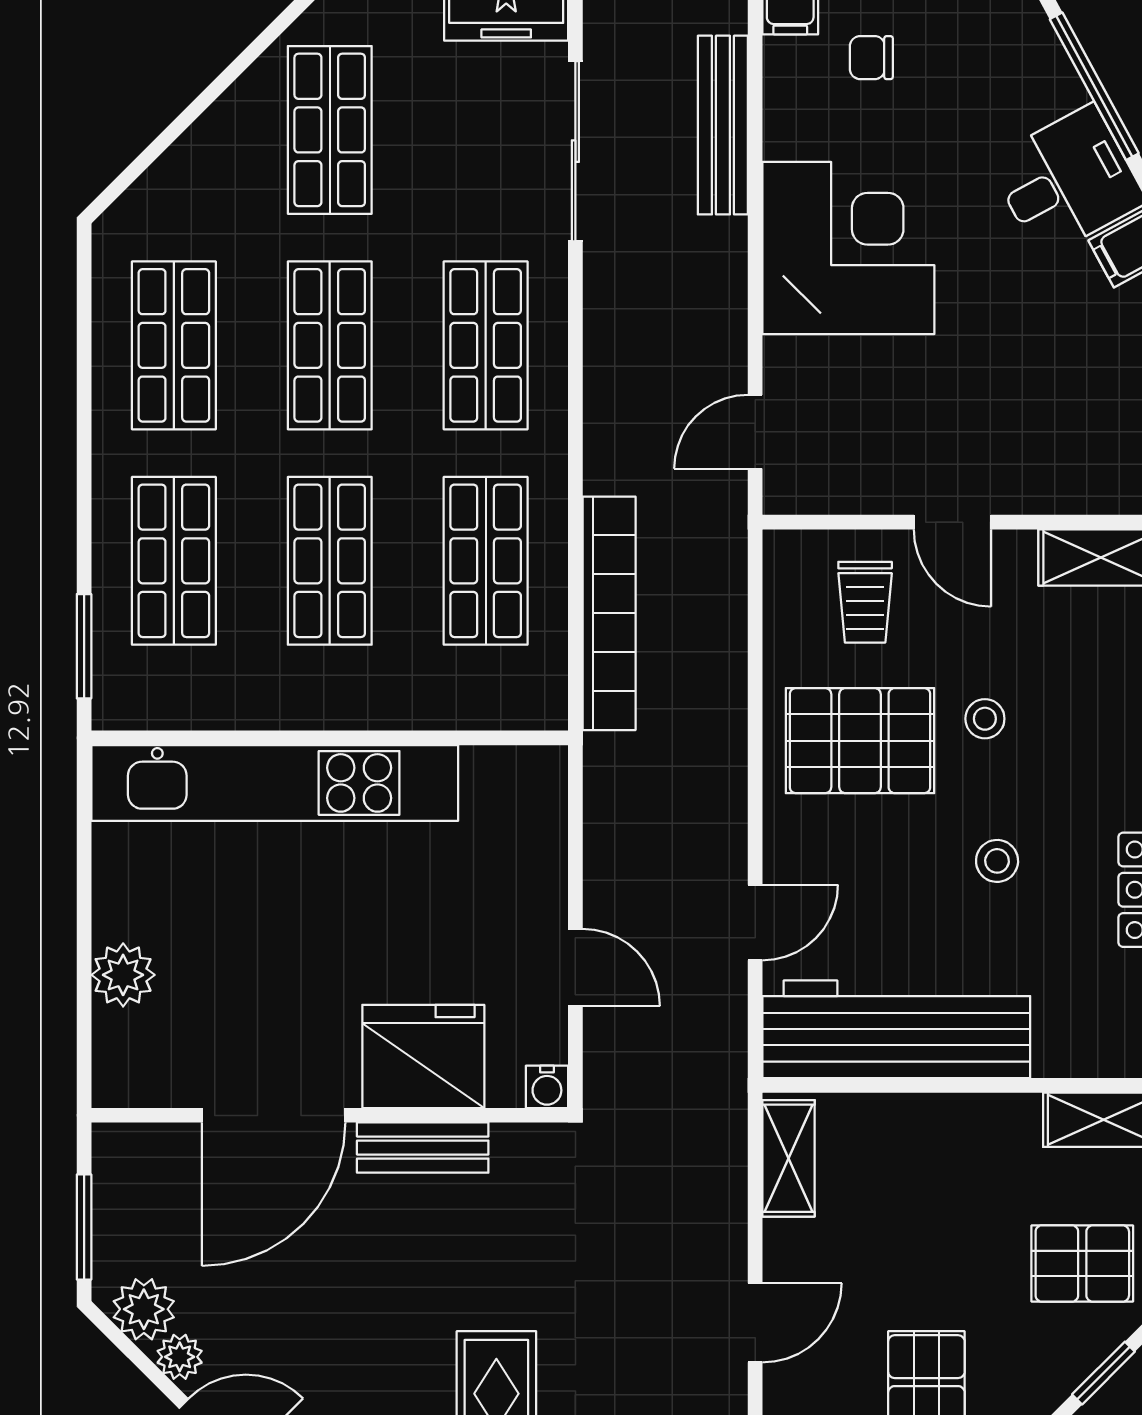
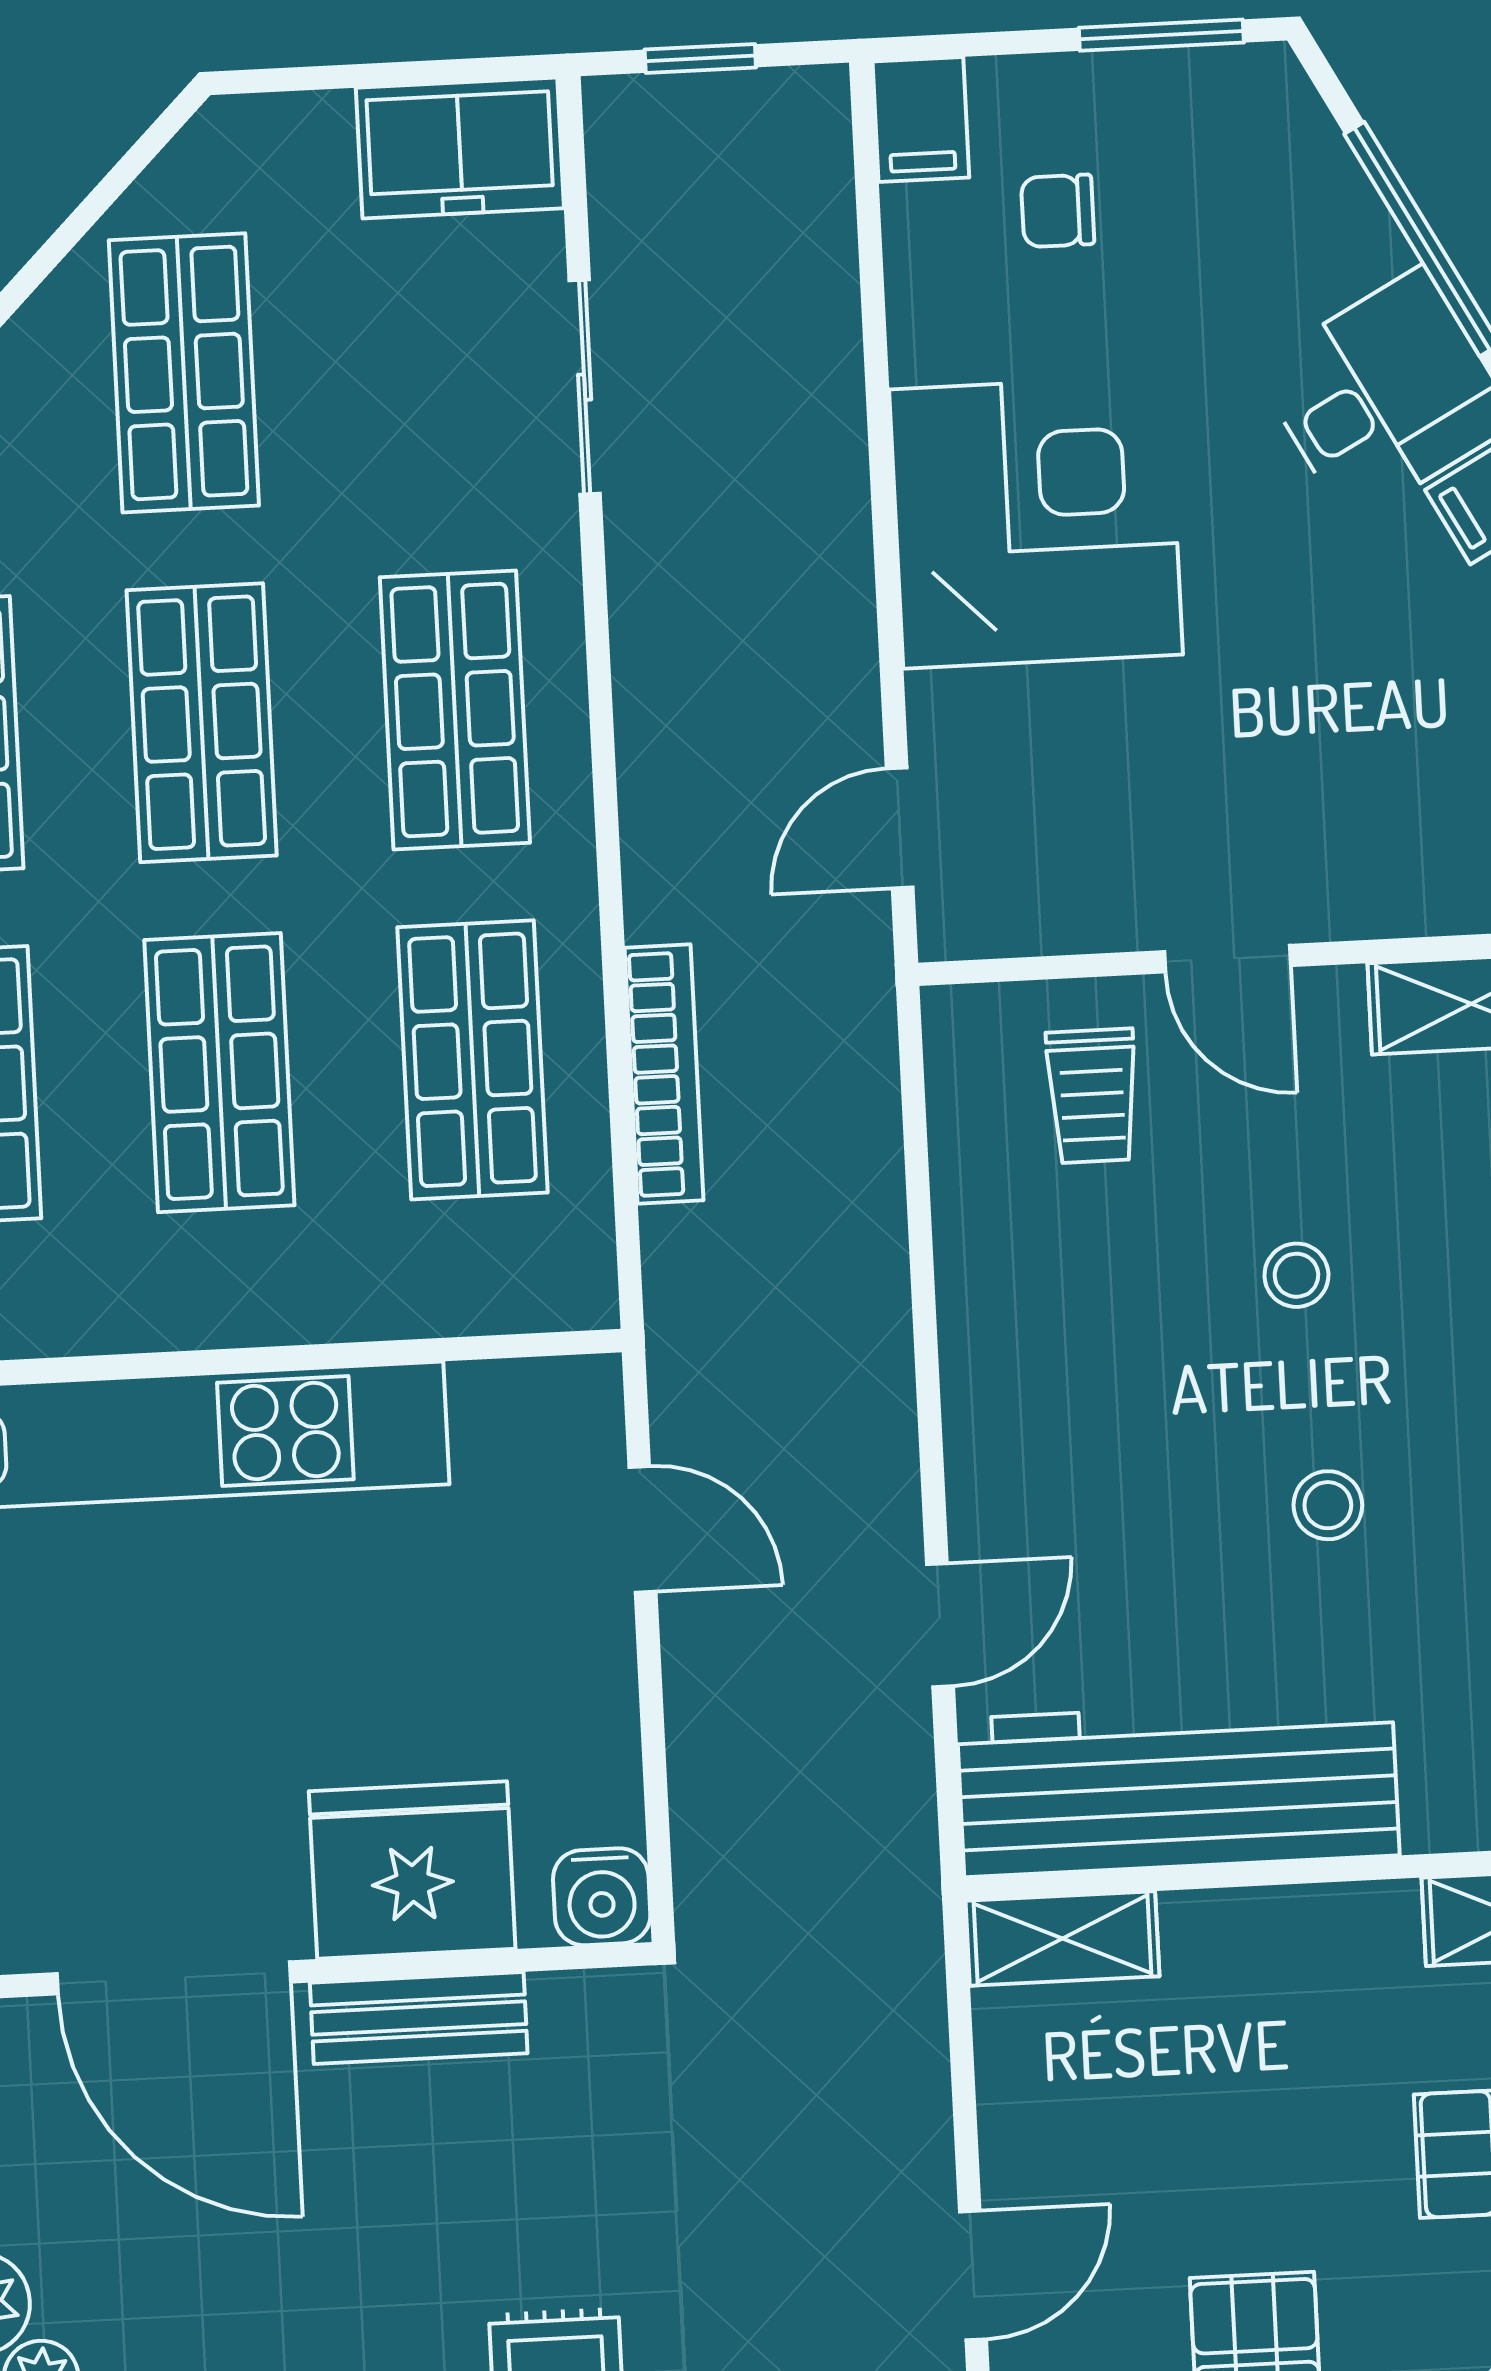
bench: (723, 125) -> (822, 333), removed
sliding door: (575, 151) -> (585, 387), width x0.73
bookcase: (609, 613) -> (664, 1074), width x0.68, depth x0.76
pallet: (860, 741) -> (1095, 1321), removed
door: (575, 968) -> (642, 1529), moved
water cooler: (547, 1087) -> (602, 1897), width x1.38, depth x1.38
door: (274, 1115) -> (174, 1978), hinge flipped
shelving: (789, 1158) -> (1062, 1938), moved, turned 90

